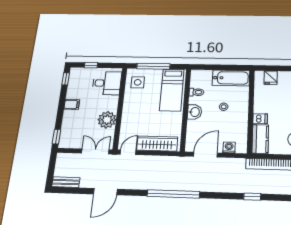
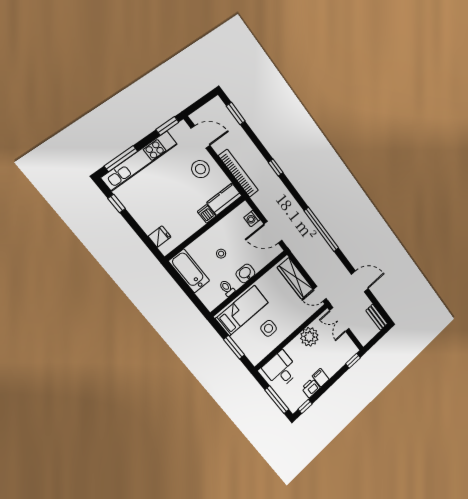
window: (91, 65) -> (277, 400), width x2.17
window: (153, 66) -> (234, 347), width x0.69
side table: (138, 82) -> (269, 328), moved
printer: (73, 92) -> (311, 388), added

